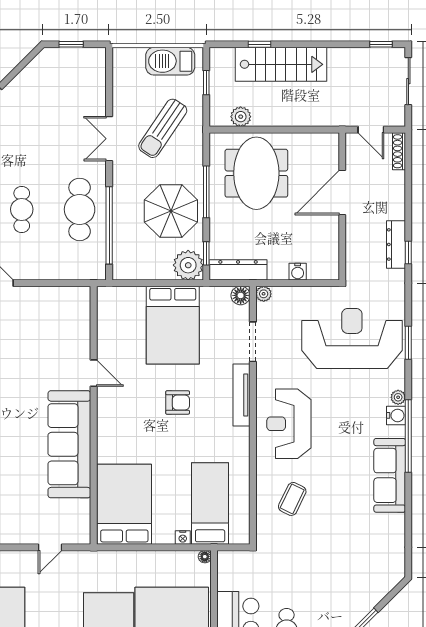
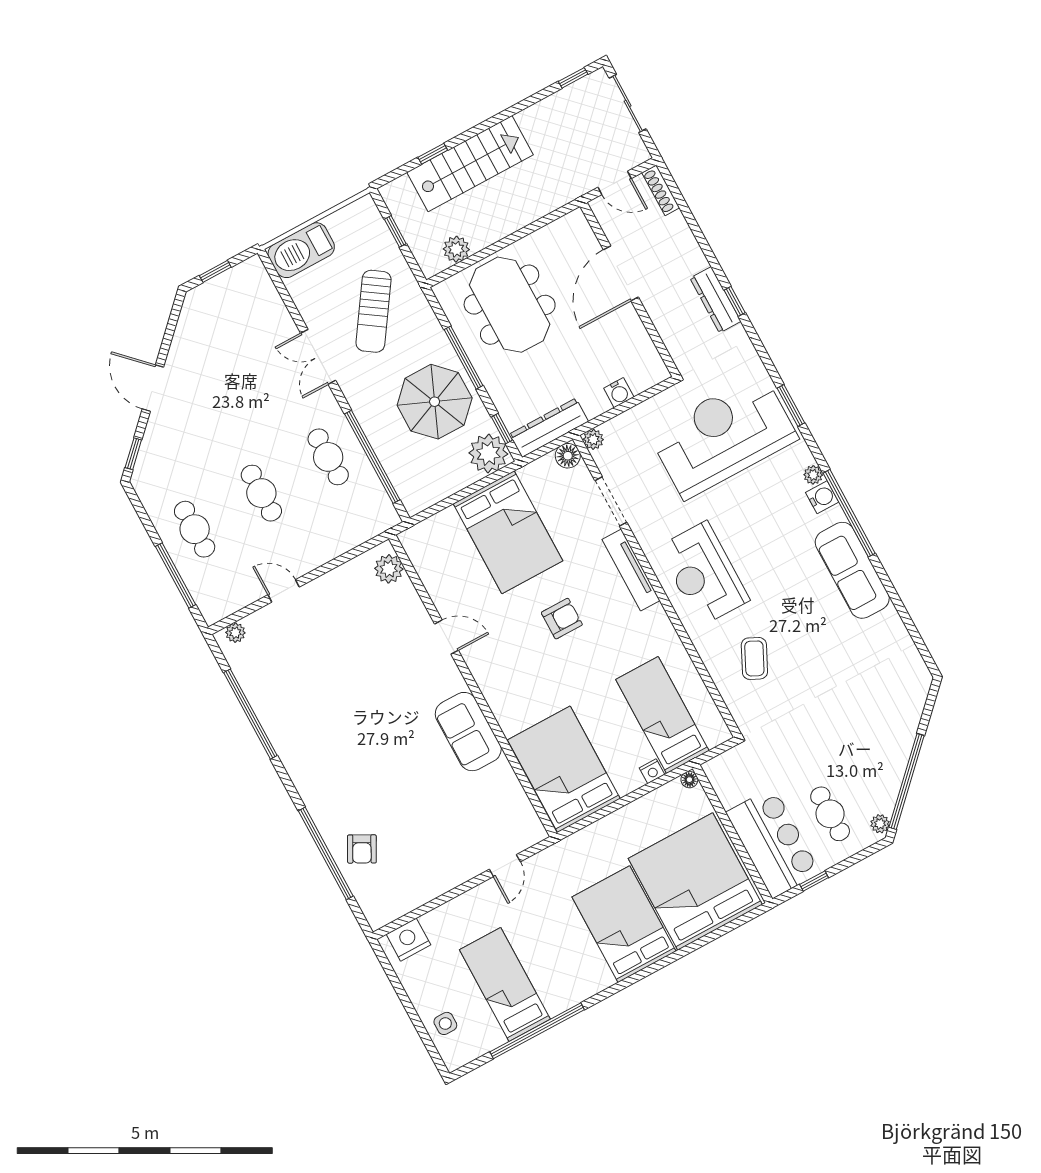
barbecue: (170, 61) -> (301, 250), moved
cafe table: (80, 209) -> (328, 457), width x0.73, depth x0.74
plant: (80, 306) -> (389, 569), added
sofa: (69, 444) -> (468, 732), width x0.54, depth x0.79

